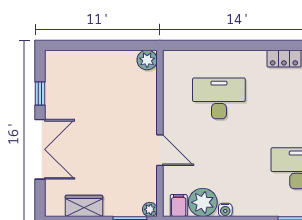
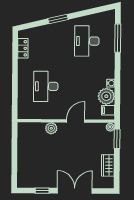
plant: (147, 60) -> (51, 128), moved

